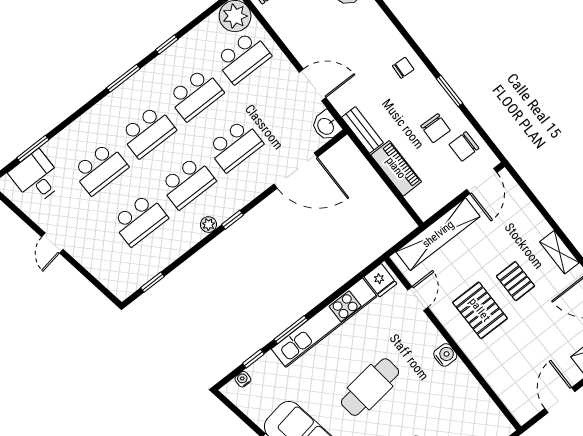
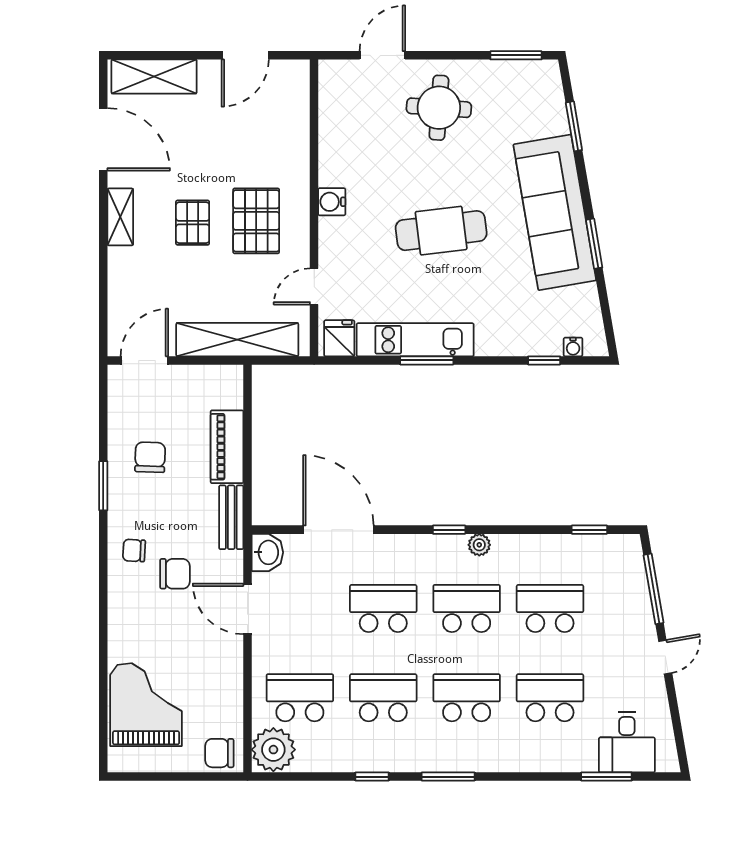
chair: (464, 146) -> (175, 574), moved
window: (89, 277) -> (653, 589), added
kitchen unit: (324, 323) -> (415, 340), width x0.73
window: (291, 330) -> (427, 360), moved

